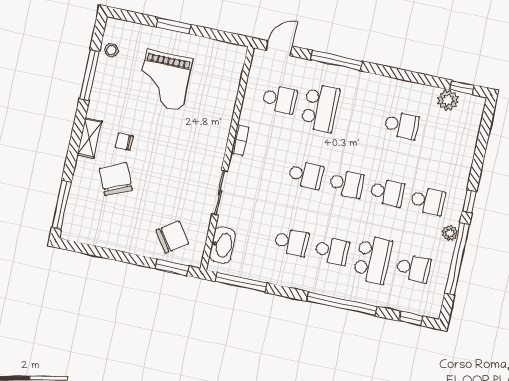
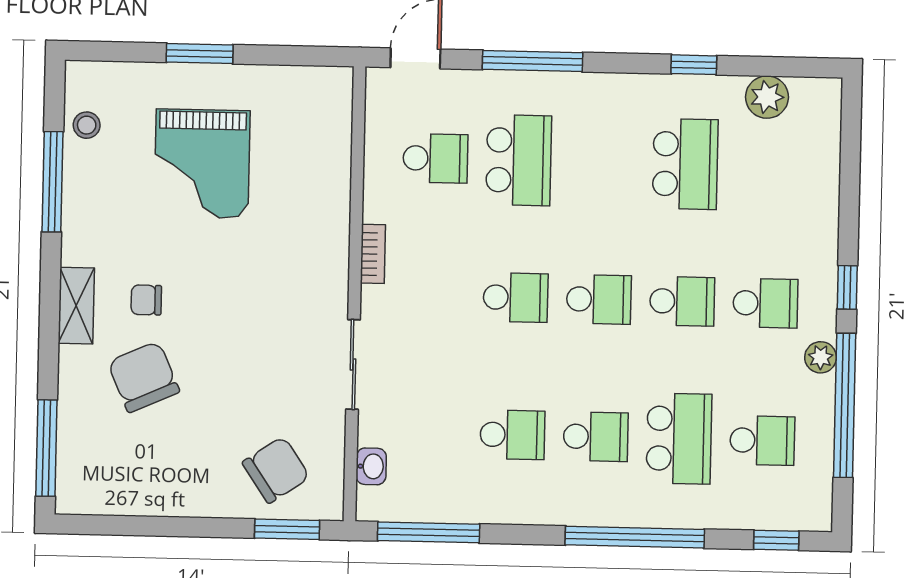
window: (462, 87) -> (694, 65), moved
school desk: (402, 125) -> (685, 164), width x1.85
washbasin: (222, 245) -> (371, 466), width x0.52, depth x0.69

